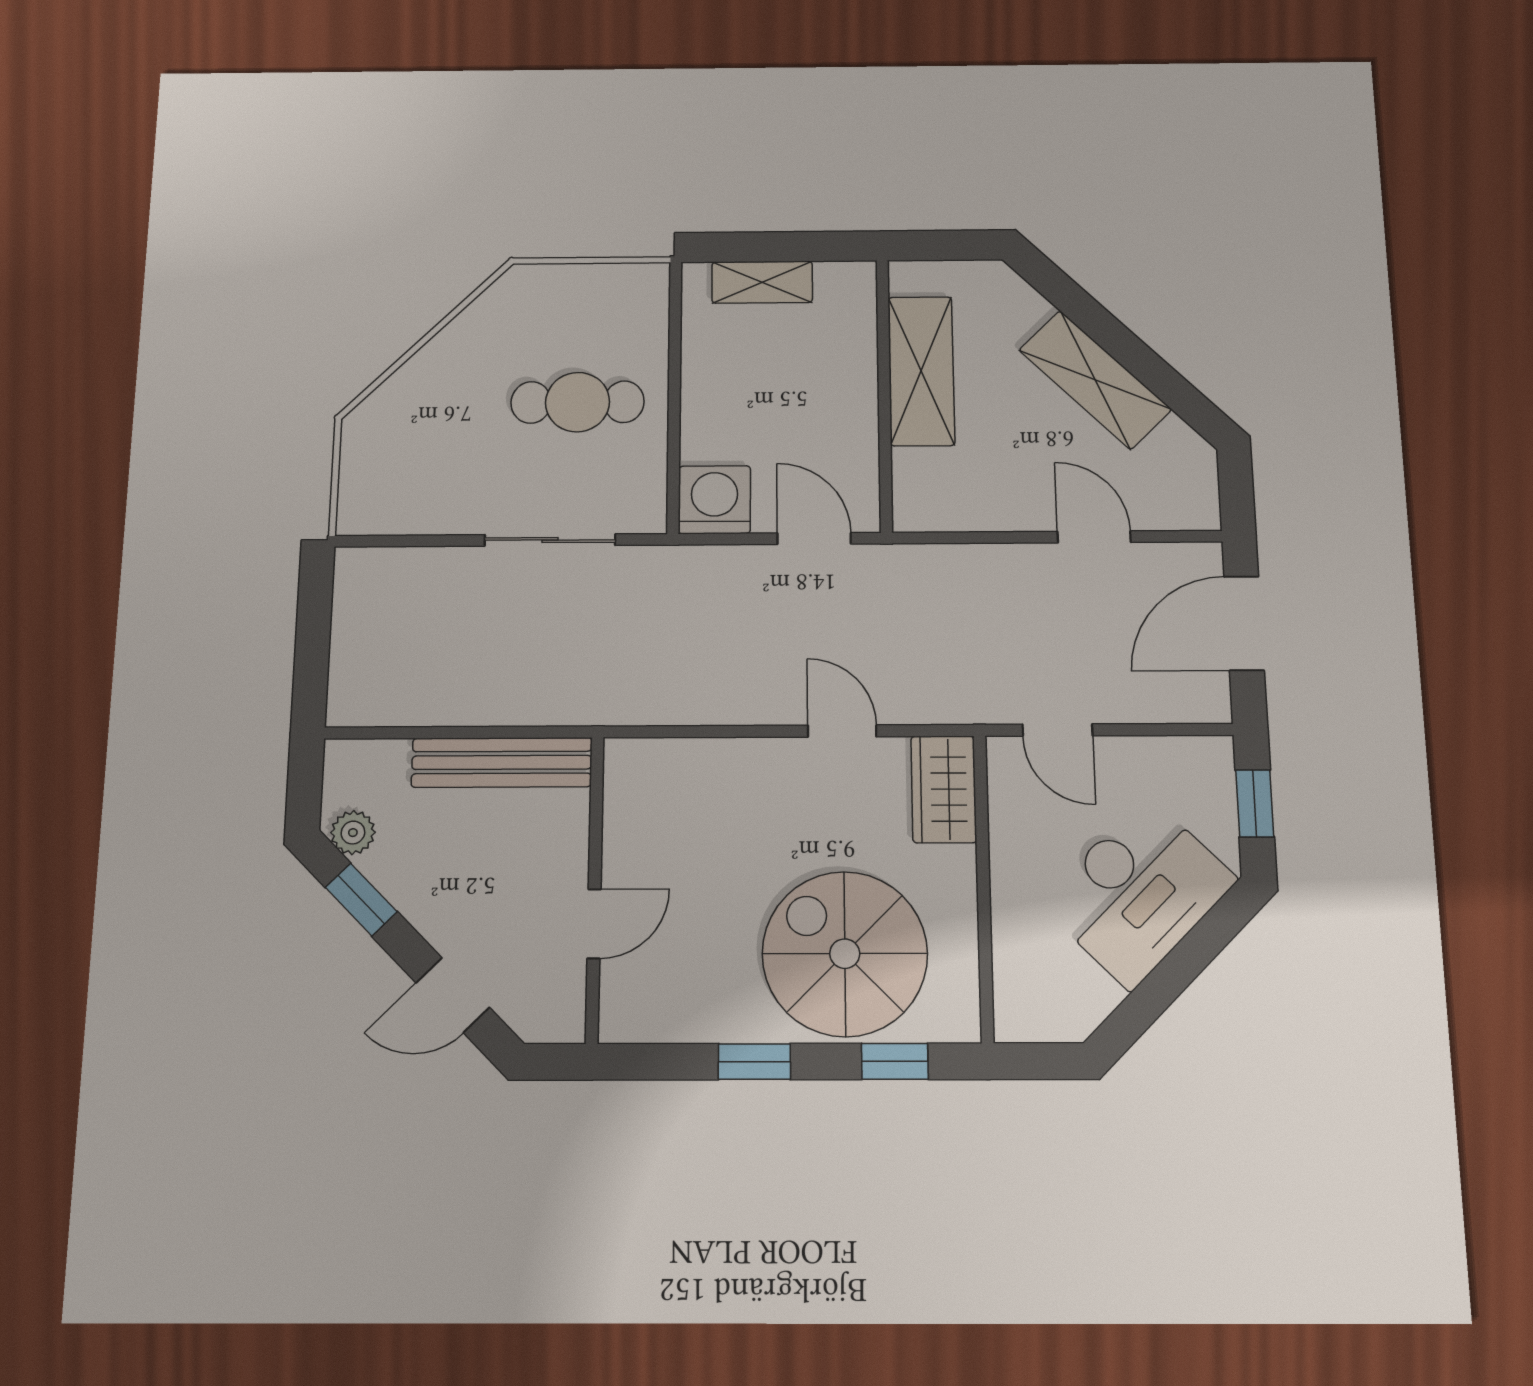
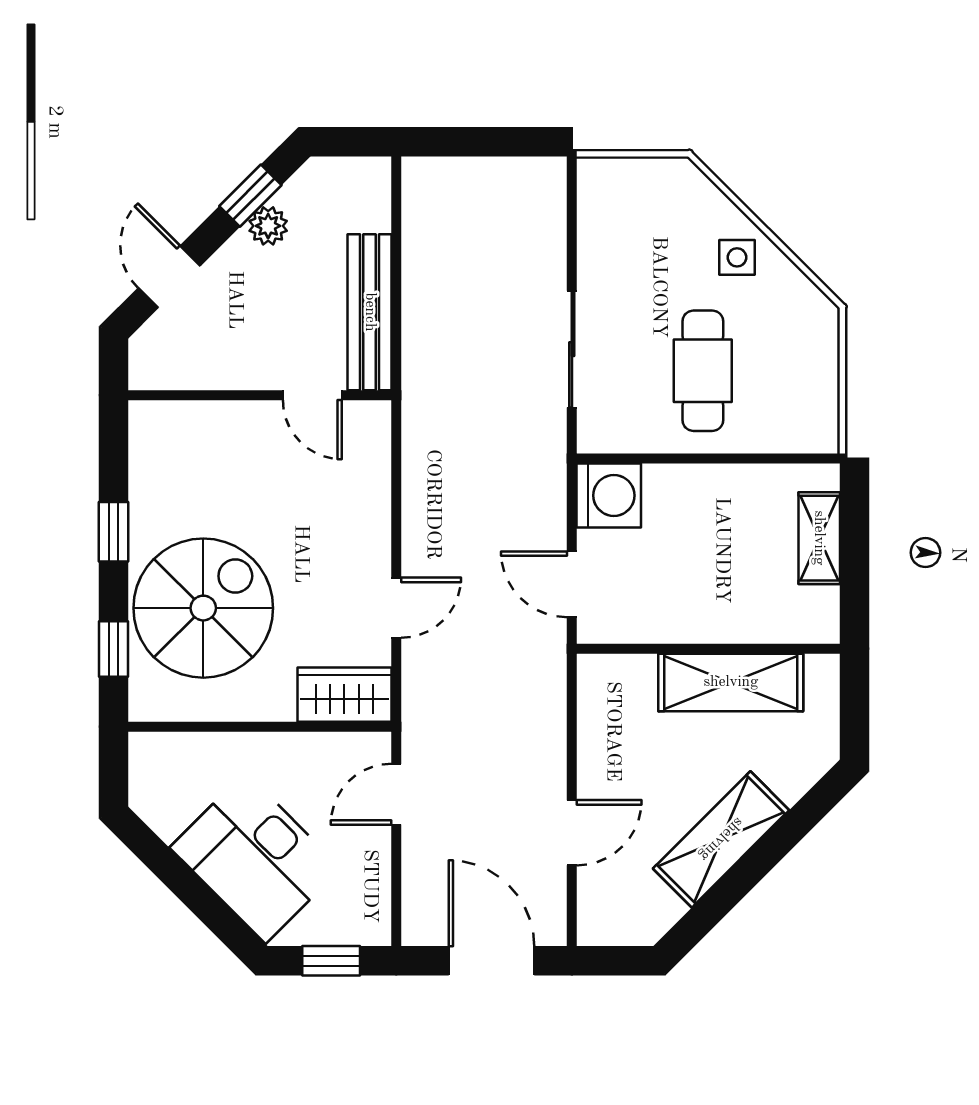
side table: (454, 368) -> (737, 257), added
door: (814, 538) -> (572, 584), swing flipped
plant: (353, 833) -> (268, 226), moved
door: (594, 924) -> (312, 395), moved

